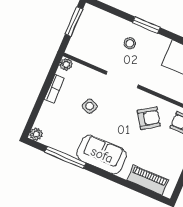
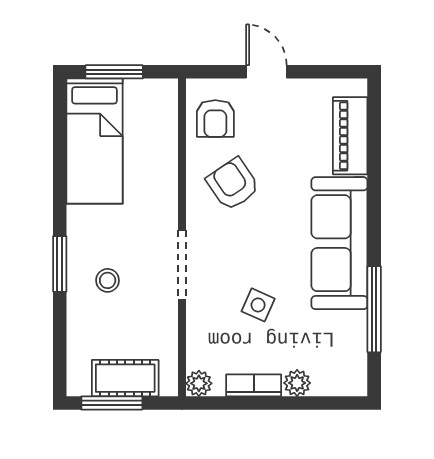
cot: (83, 32) -> (125, 378), added
plant: (36, 134) -> (297, 383), moved
sofa: (102, 155) -> (339, 243), width x1.36

